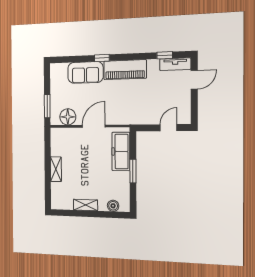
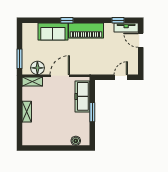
door: (194, 80) -> (141, 40), swing flipped
shelving: (86, 205) -> (32, 81), moved

